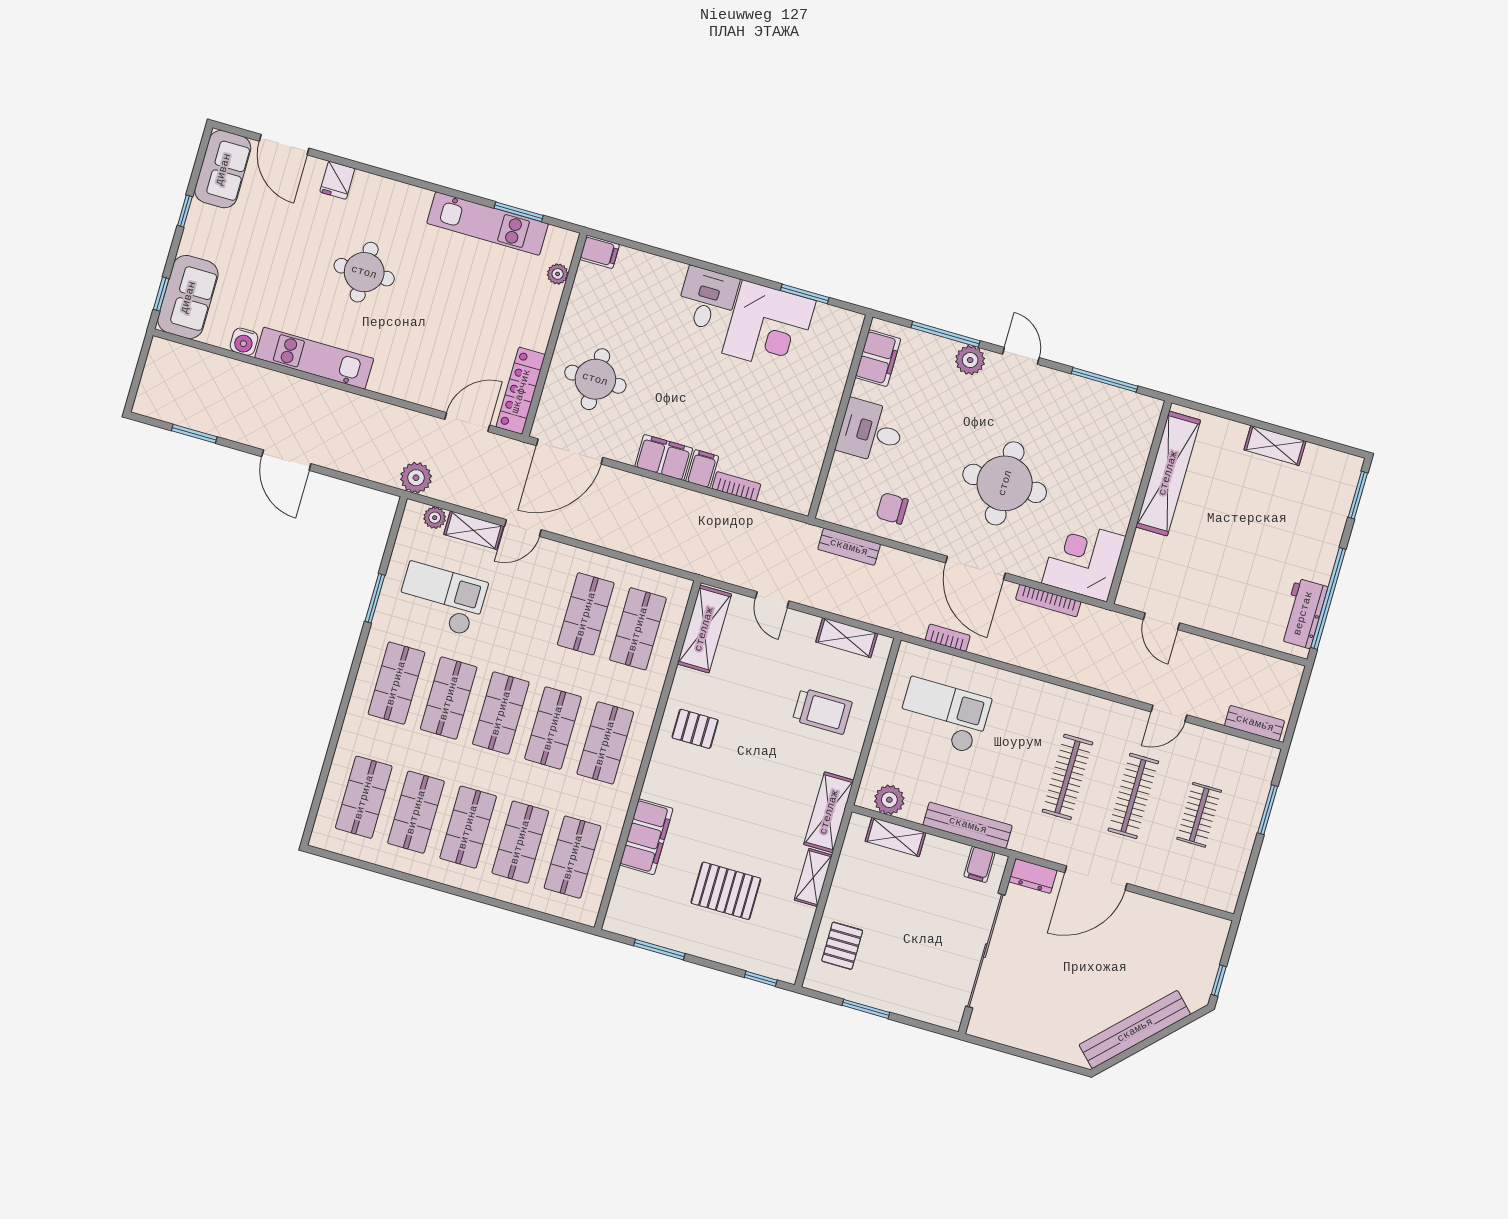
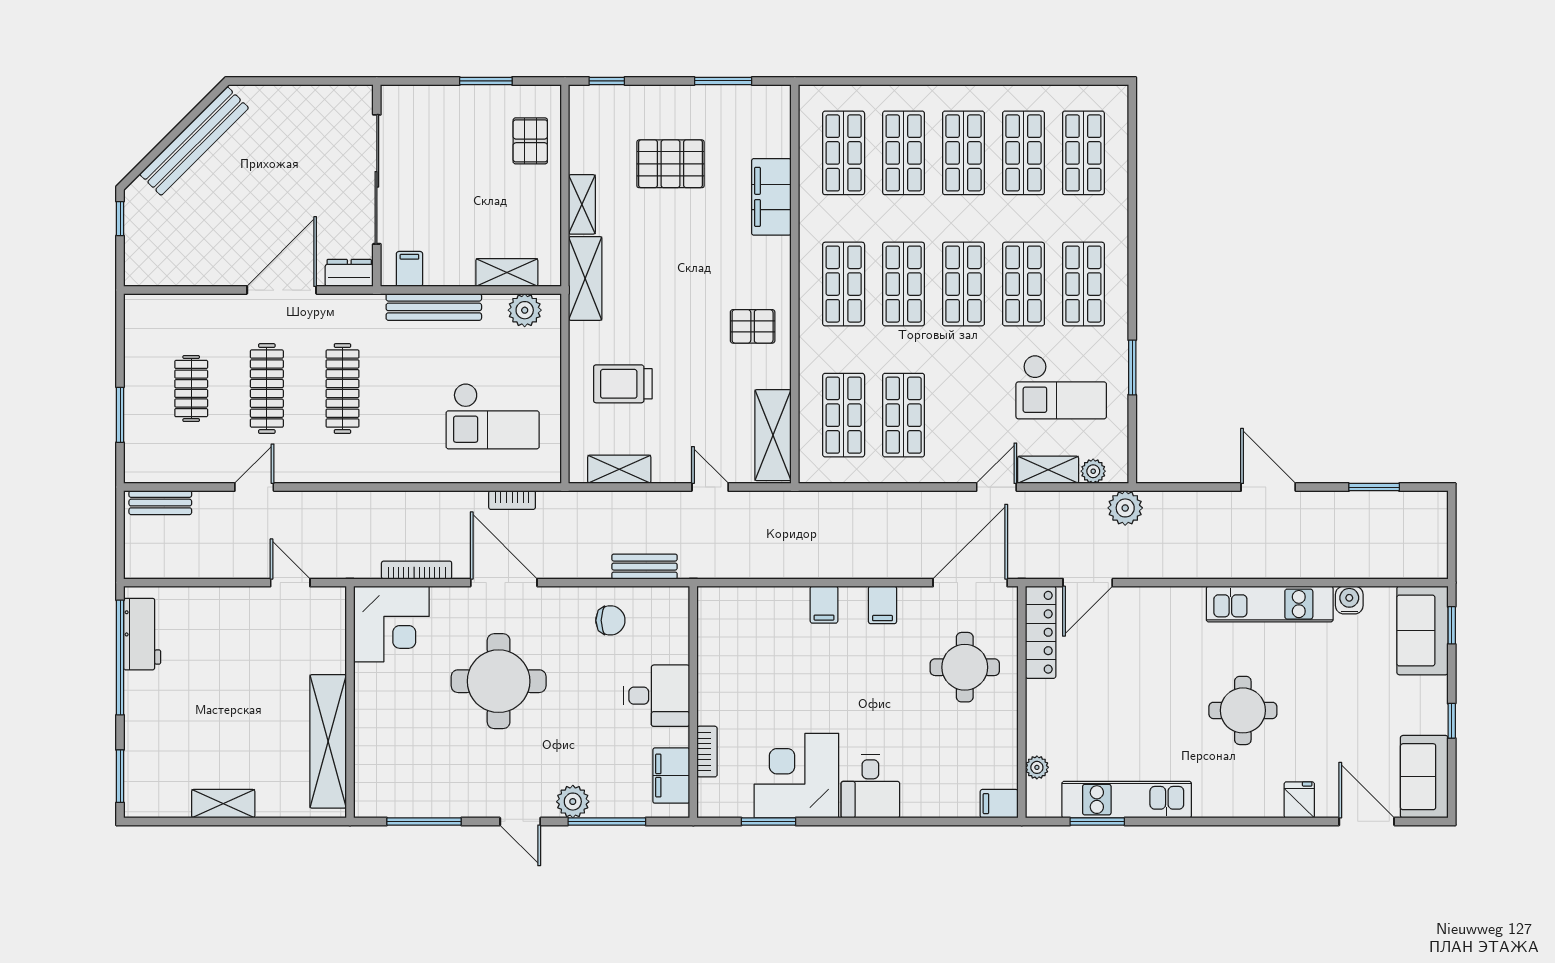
filing cabinet: (664, 457) -> (882, 605), width x0.50
bookcase: (736, 486) -> (707, 752), moved, turned -90

